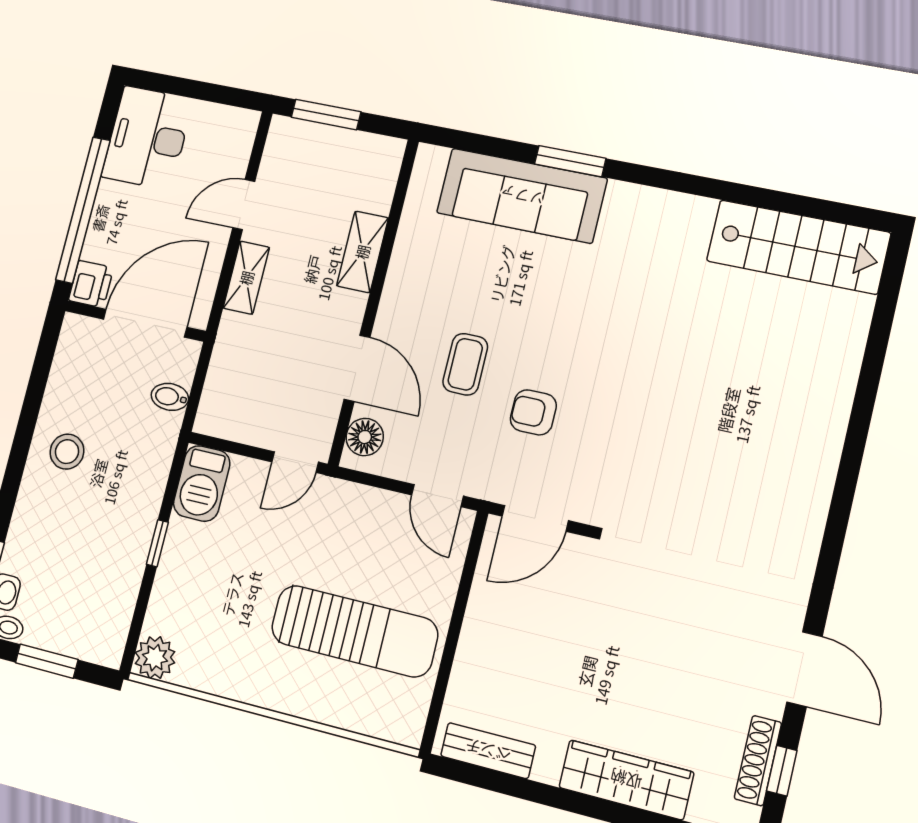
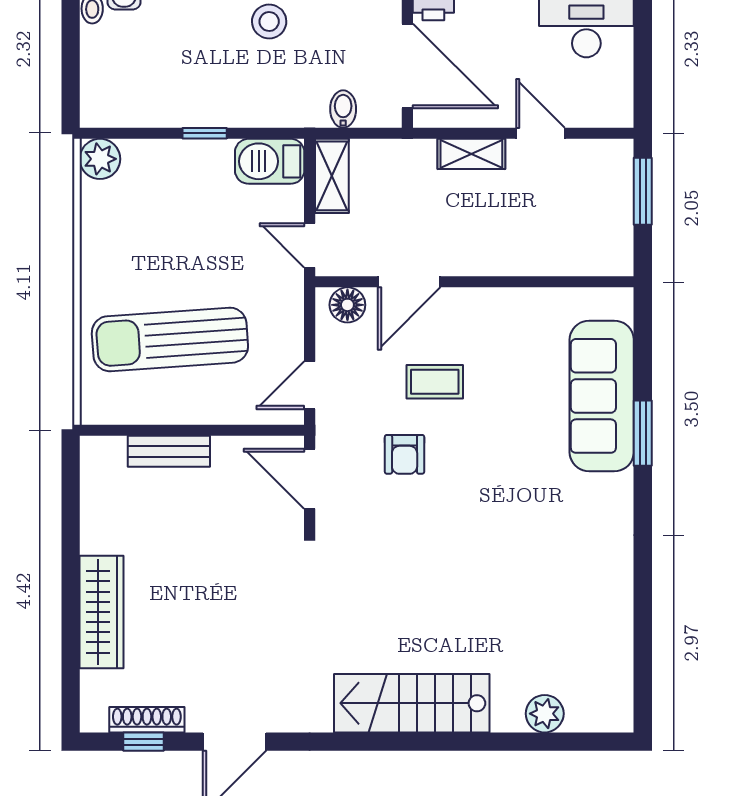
stairs: (798, 247) -> (412, 703), moved, turned 90
shelving: (362, 252) -> (332, 176), moved, turned 90
plant: (849, 324) -> (545, 714), added
armchair: (533, 412) -> (405, 454), turned 180
sun lounger: (354, 631) -> (170, 339), turned 86
window: (47, 661) -> (71, 55), removed
bench: (488, 751) -> (169, 451), moved, turned 90

